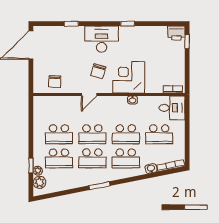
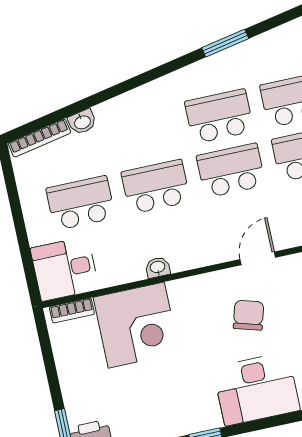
corner desk: (129, 77) -> (136, 325), moved
school desk: (126, 158) -> (144, 133), removed
window: (100, 186) -> (225, 43), moved

